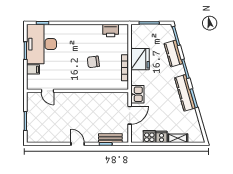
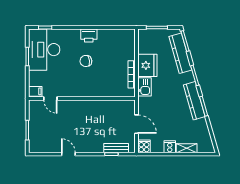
printer: (111, 31) -> (89, 35), moved
kitchen counter: (173, 53) -> (180, 53), width x1.50
chair: (93, 62) -> (86, 61), moved
filing cabinet: (33, 69) -> (35, 91), moved
kitchen sink: (137, 94) -> (144, 87), moved
door: (130, 115) -> (136, 124), hinge flipped
cooker: (149, 137) -> (144, 146), moved
door: (78, 144) -> (68, 154), moved

